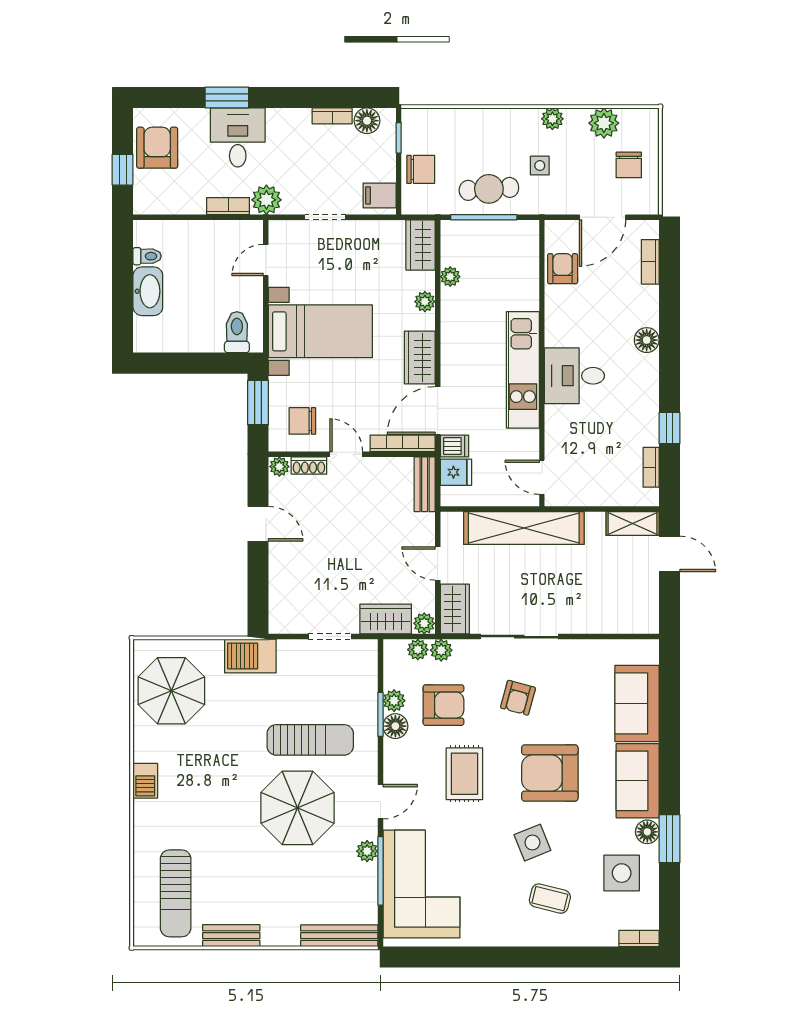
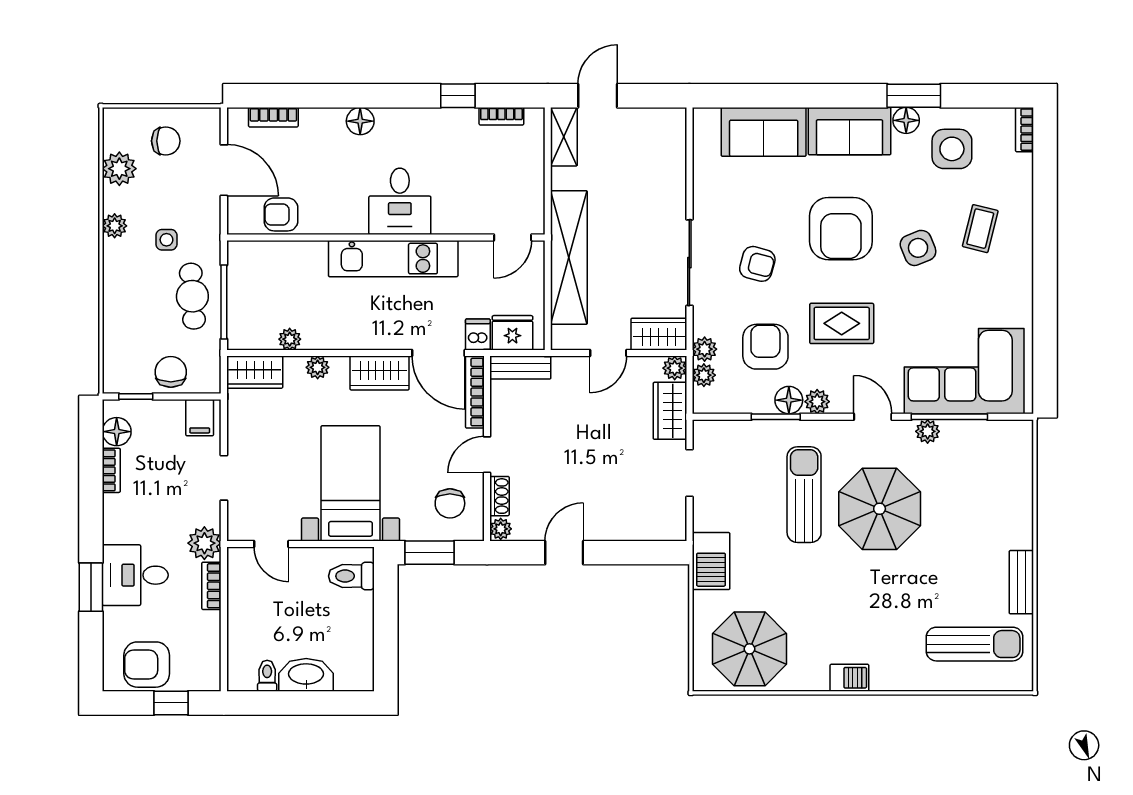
fridge: (456, 472) -> (512, 333), width x1.38
plant: (394, 701) -> (817, 402), moved
bench: (339, 936) -> (1021, 462), removed

